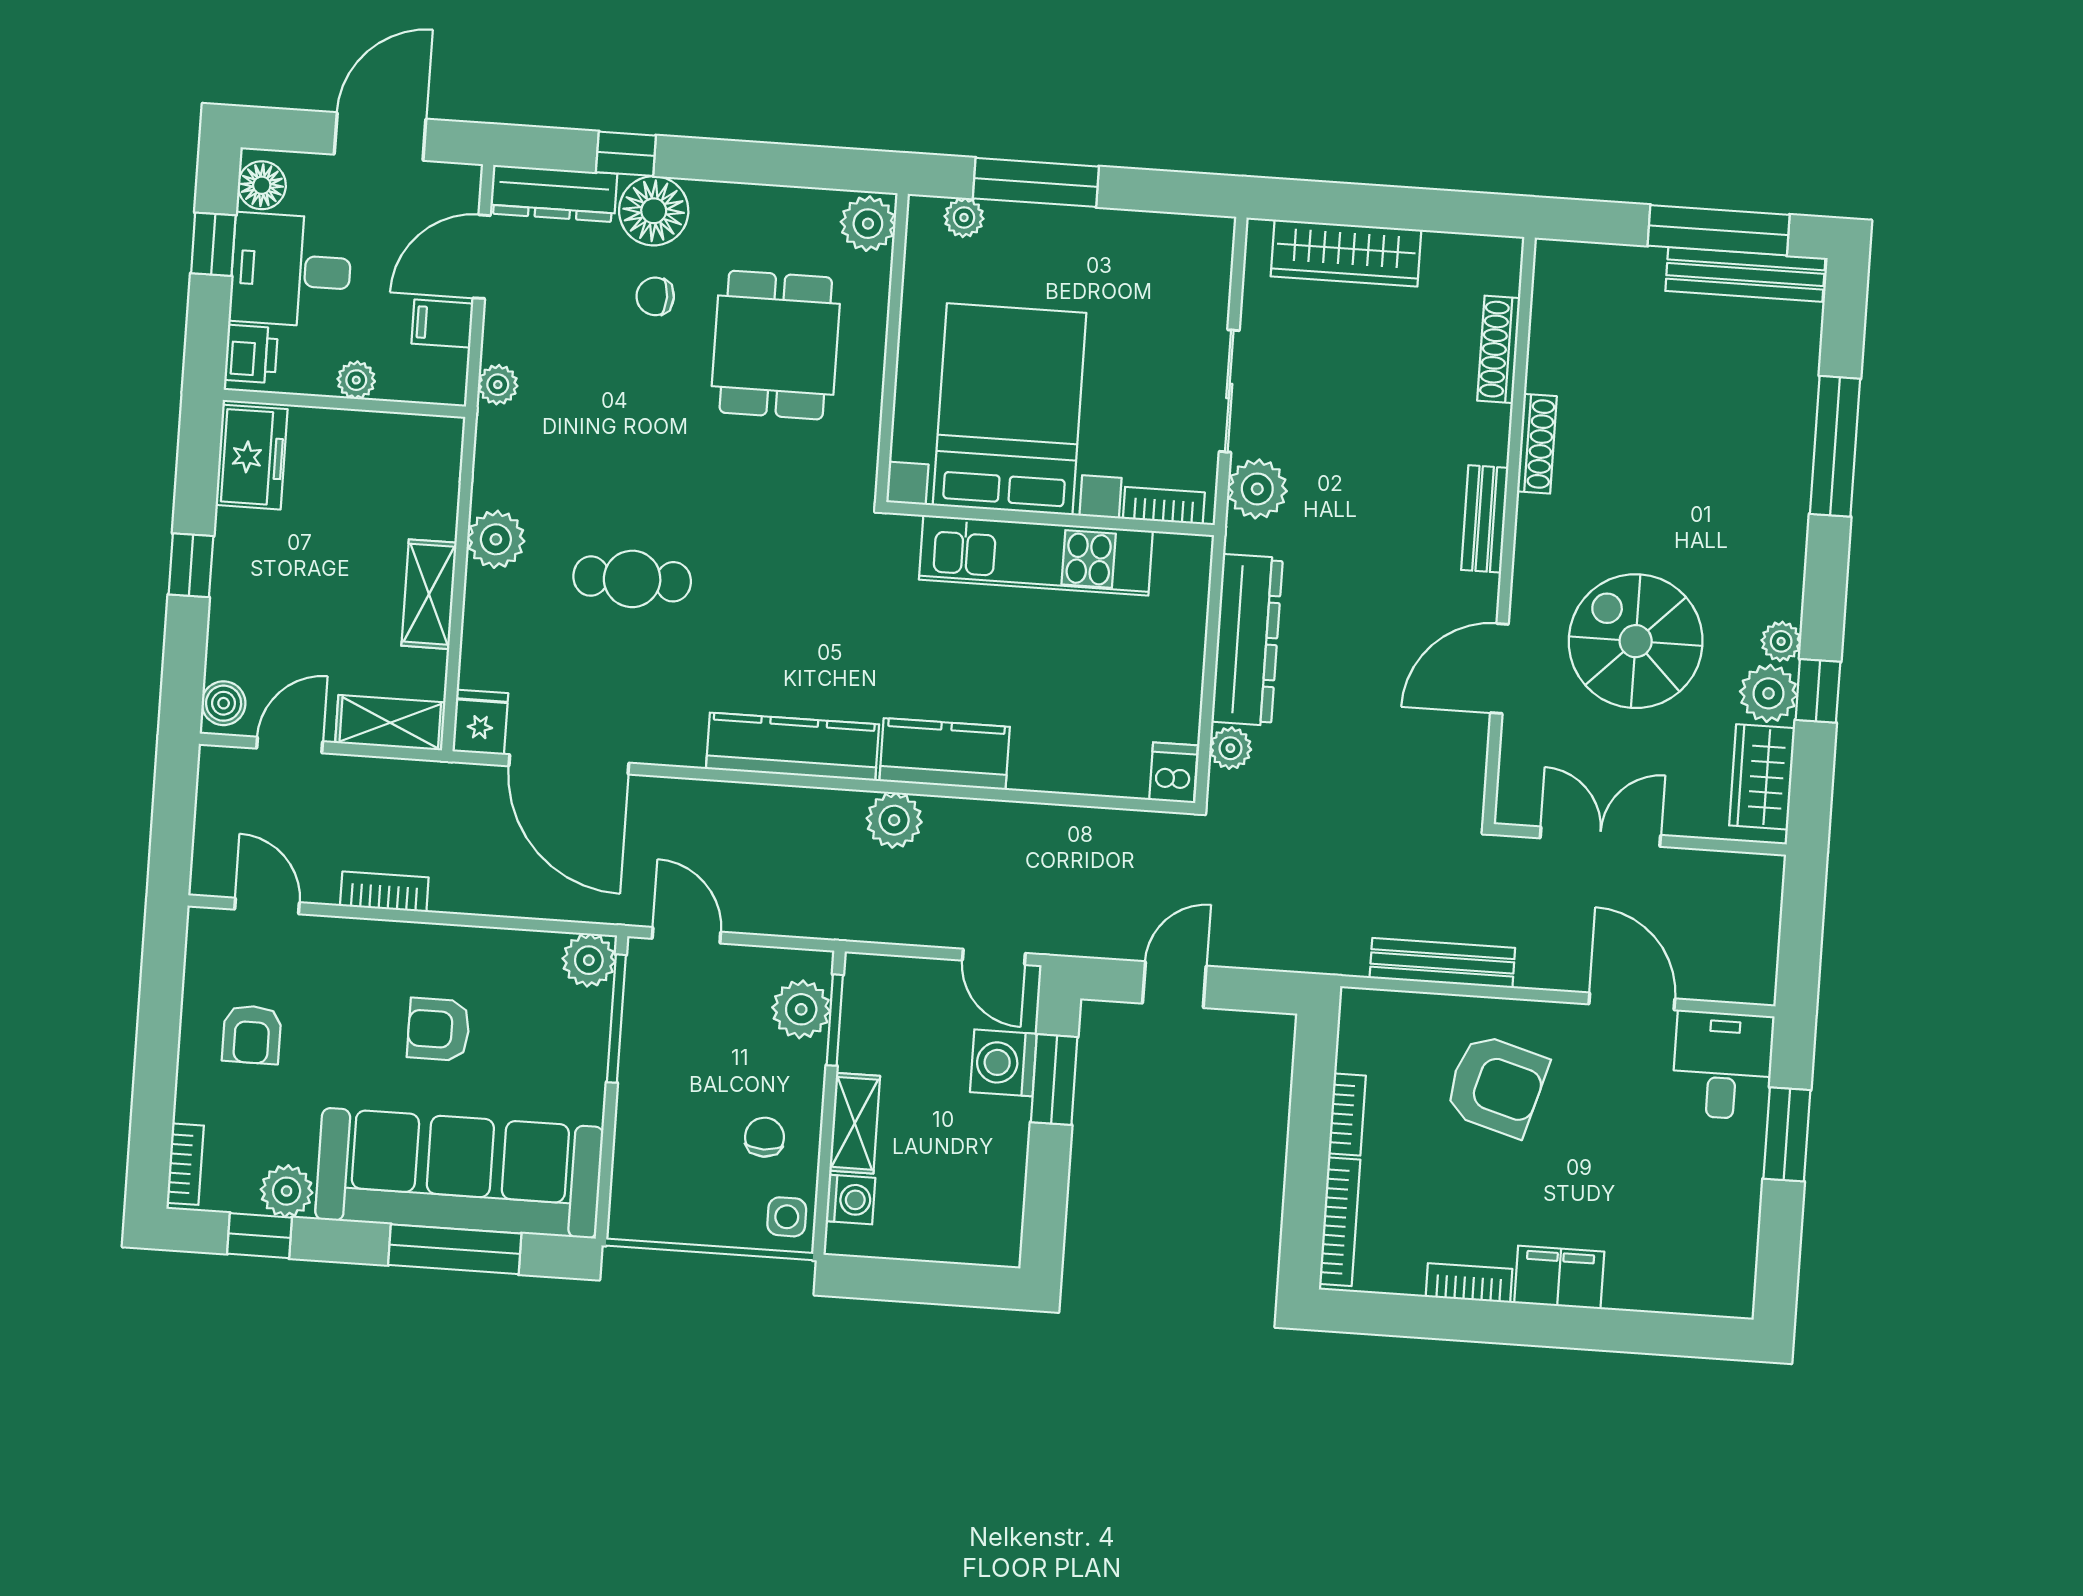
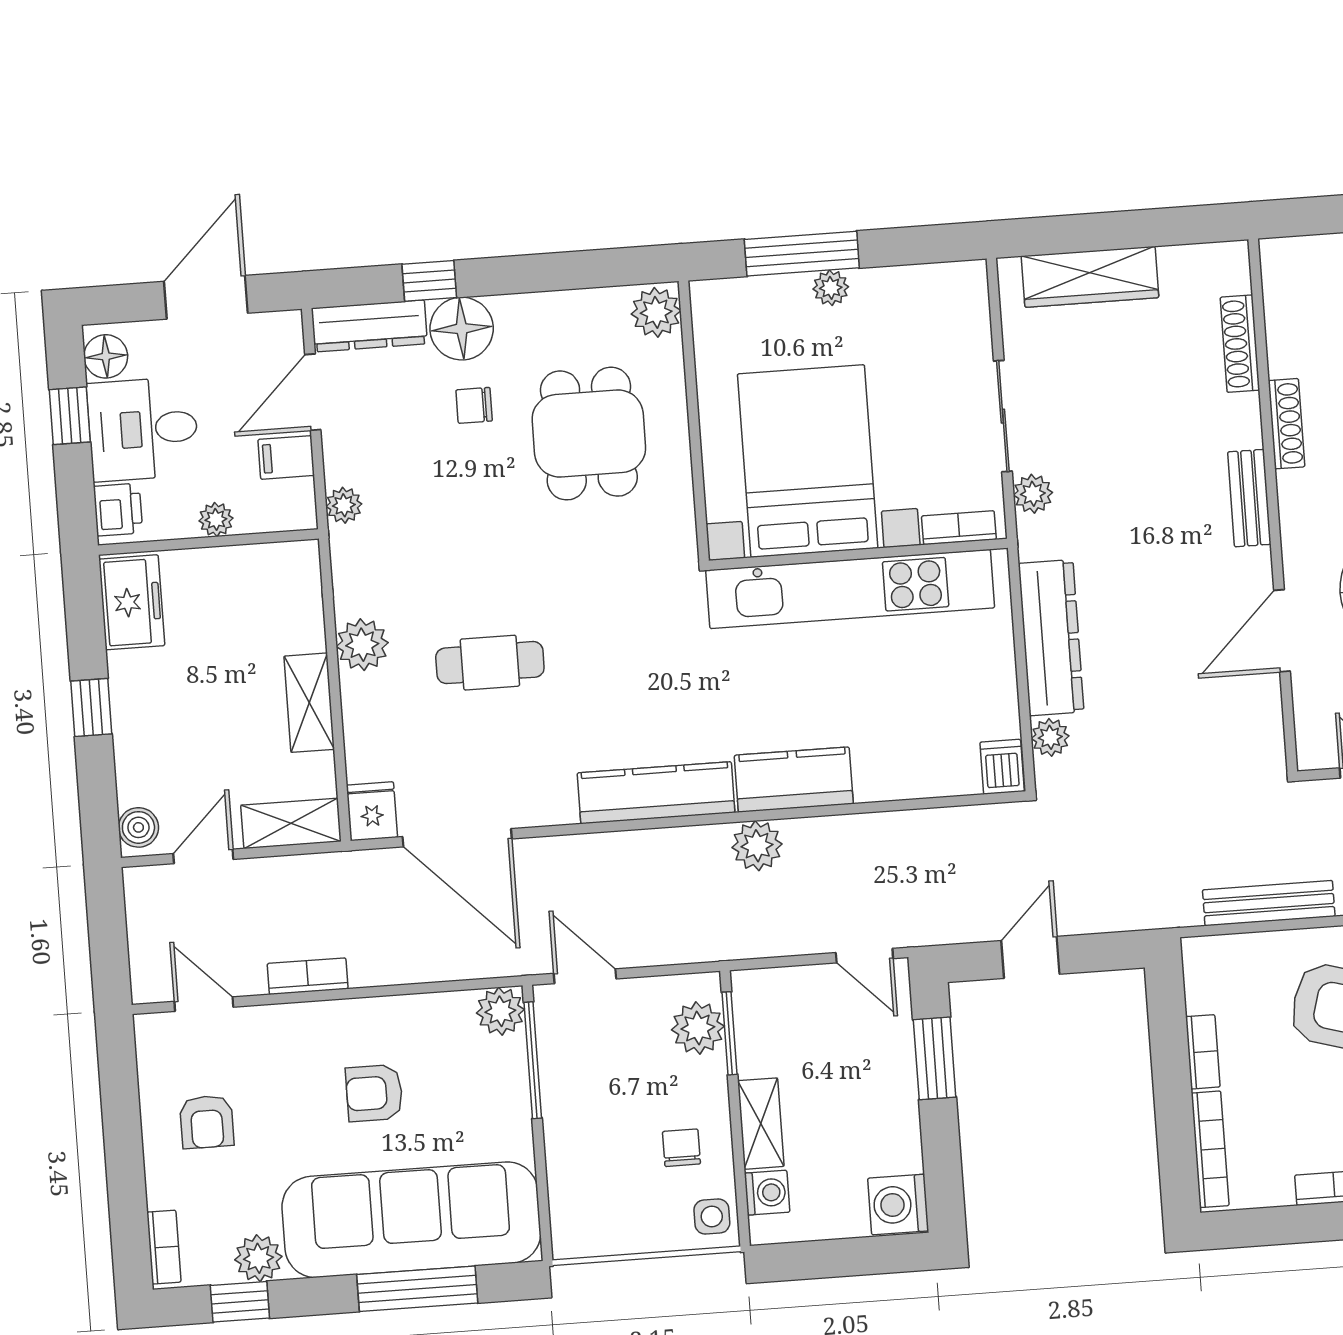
plant: (964, 217) -> (831, 288), moved
plant: (1257, 489) -> (1033, 494), width x0.73, depth x0.73
kitchen unit: (1036, 555) -> (850, 589), width x1.36
washing machine: (1003, 1063) -> (898, 1205), moved

